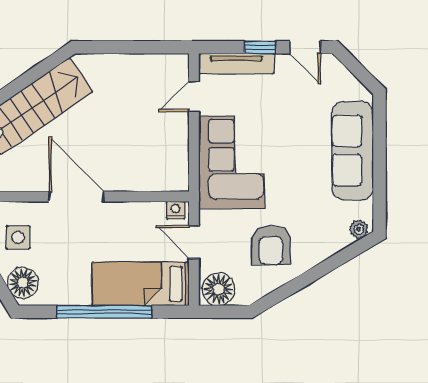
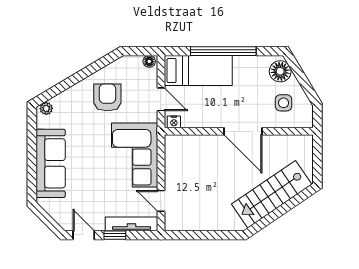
door: (194, 97) -> (161, 201), swing flipped
floor lamp: (219, 289) -> (149, 61), width x0.53, depth x0.53

